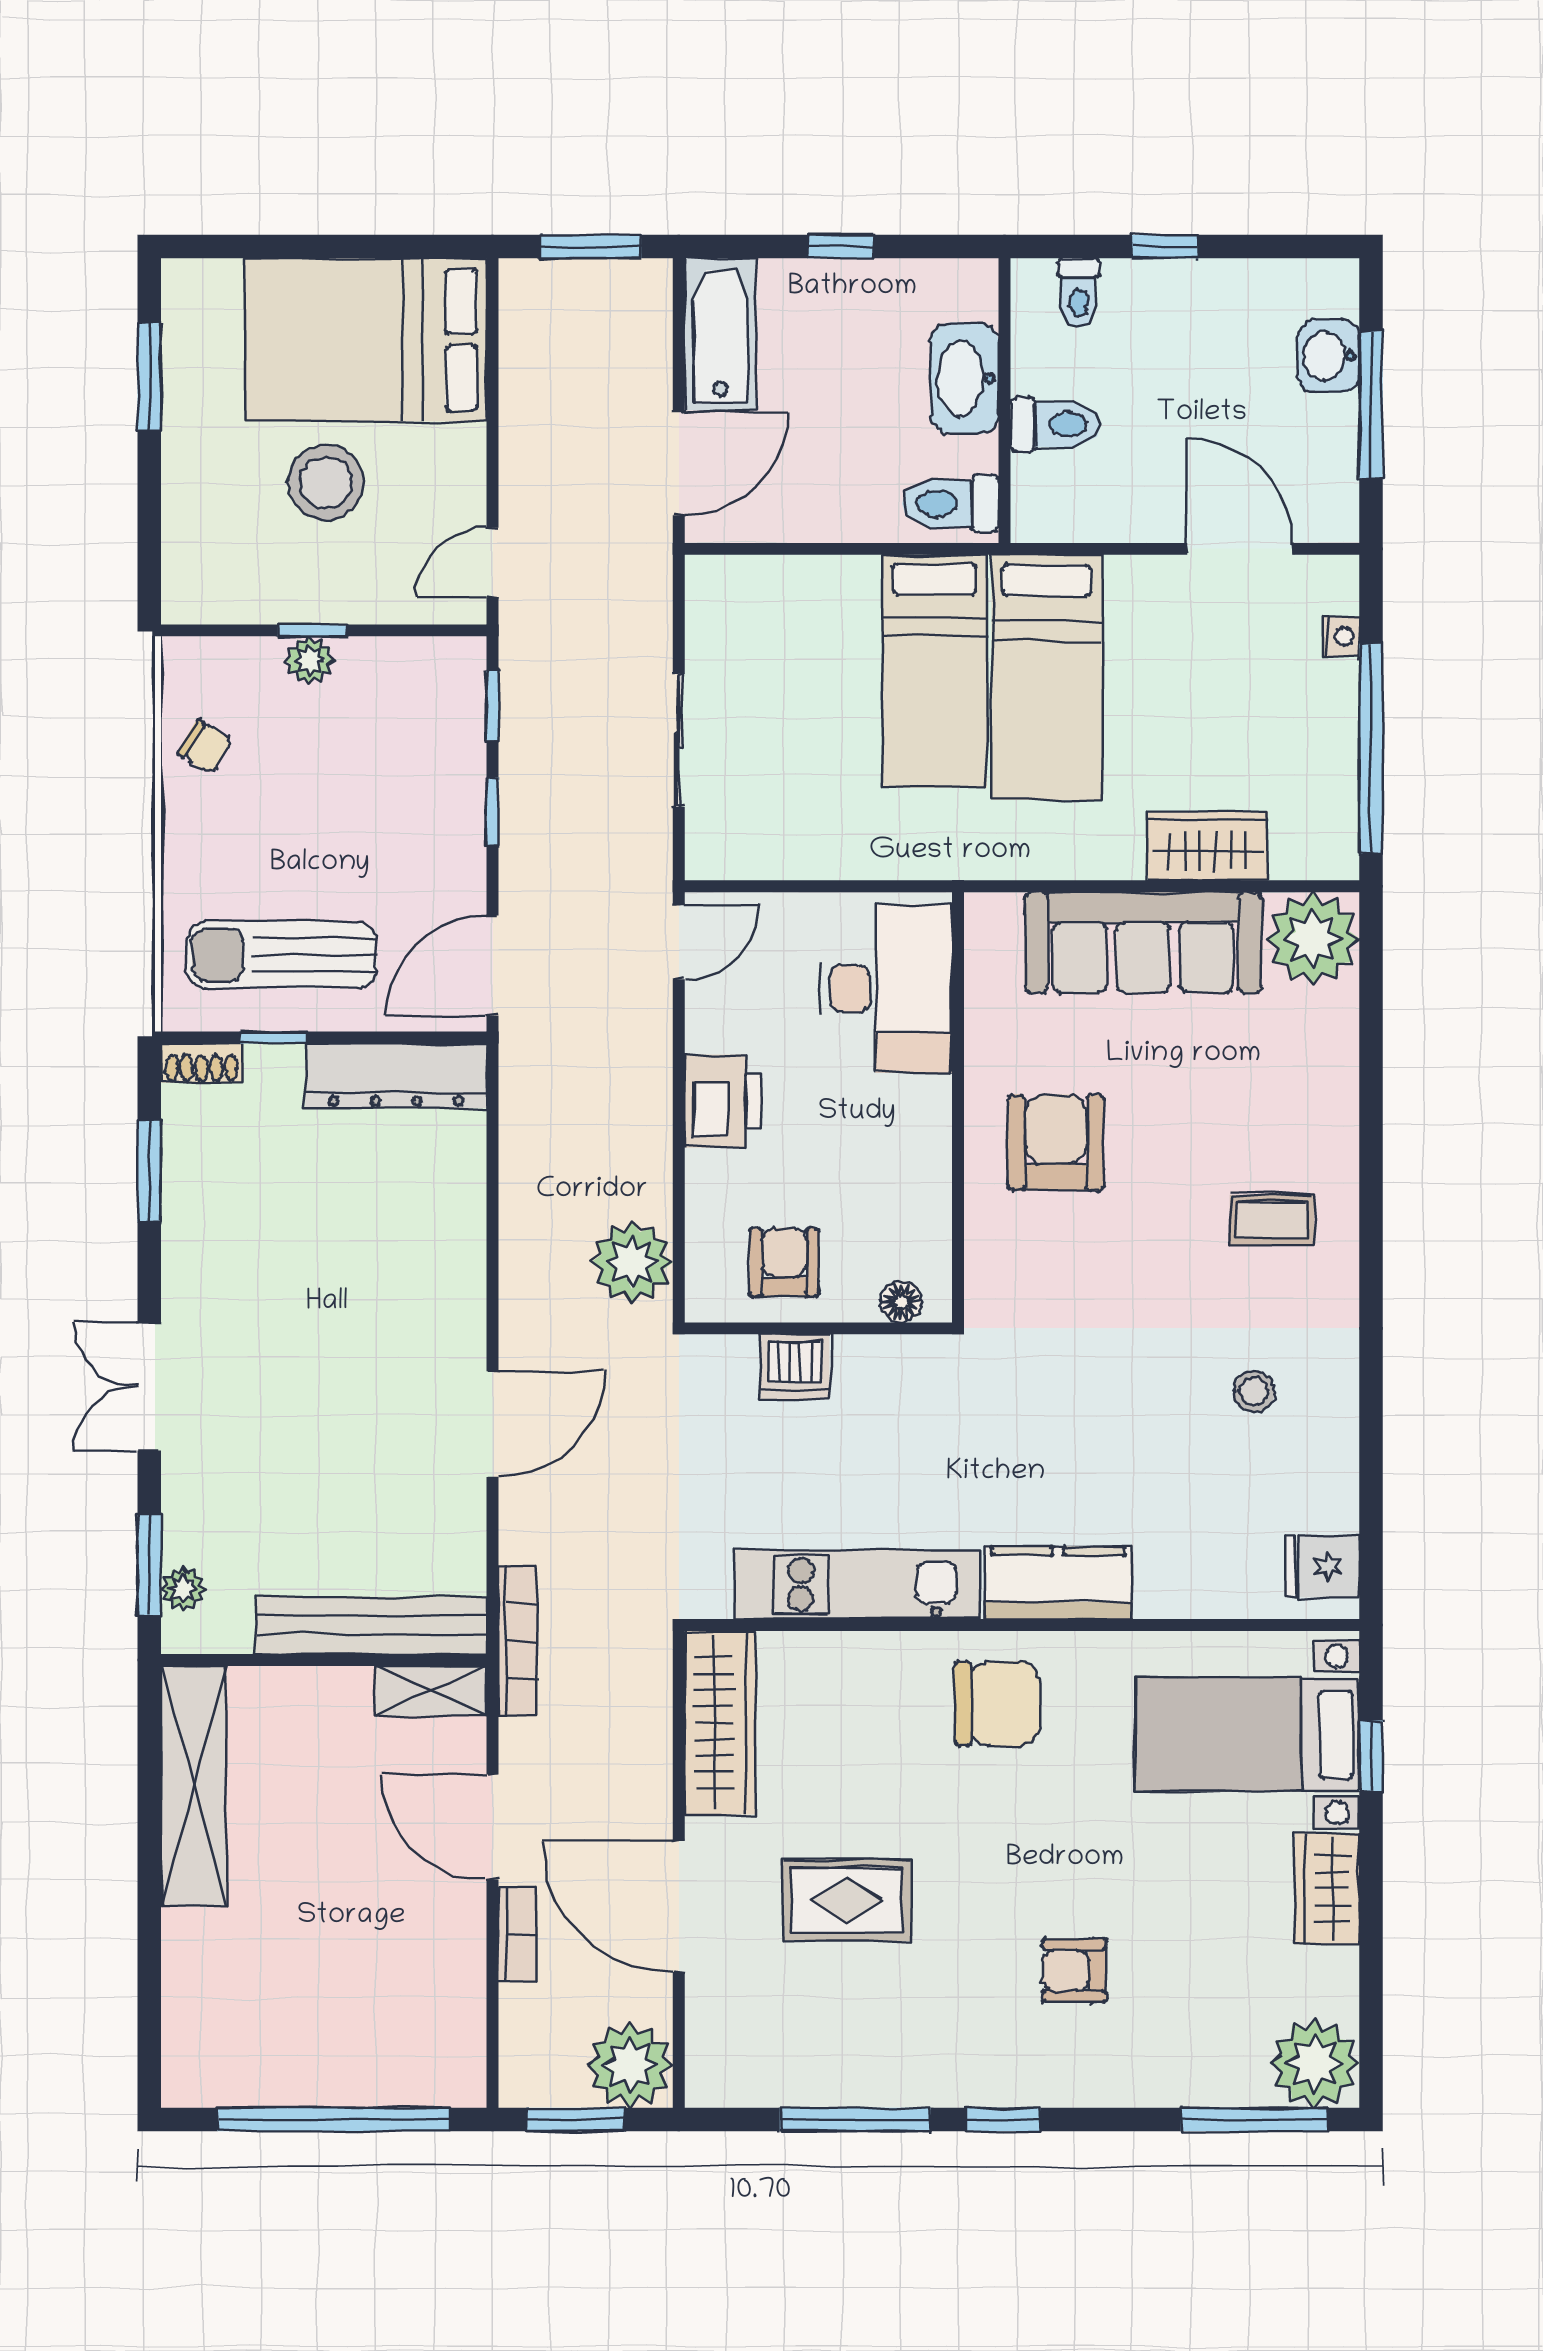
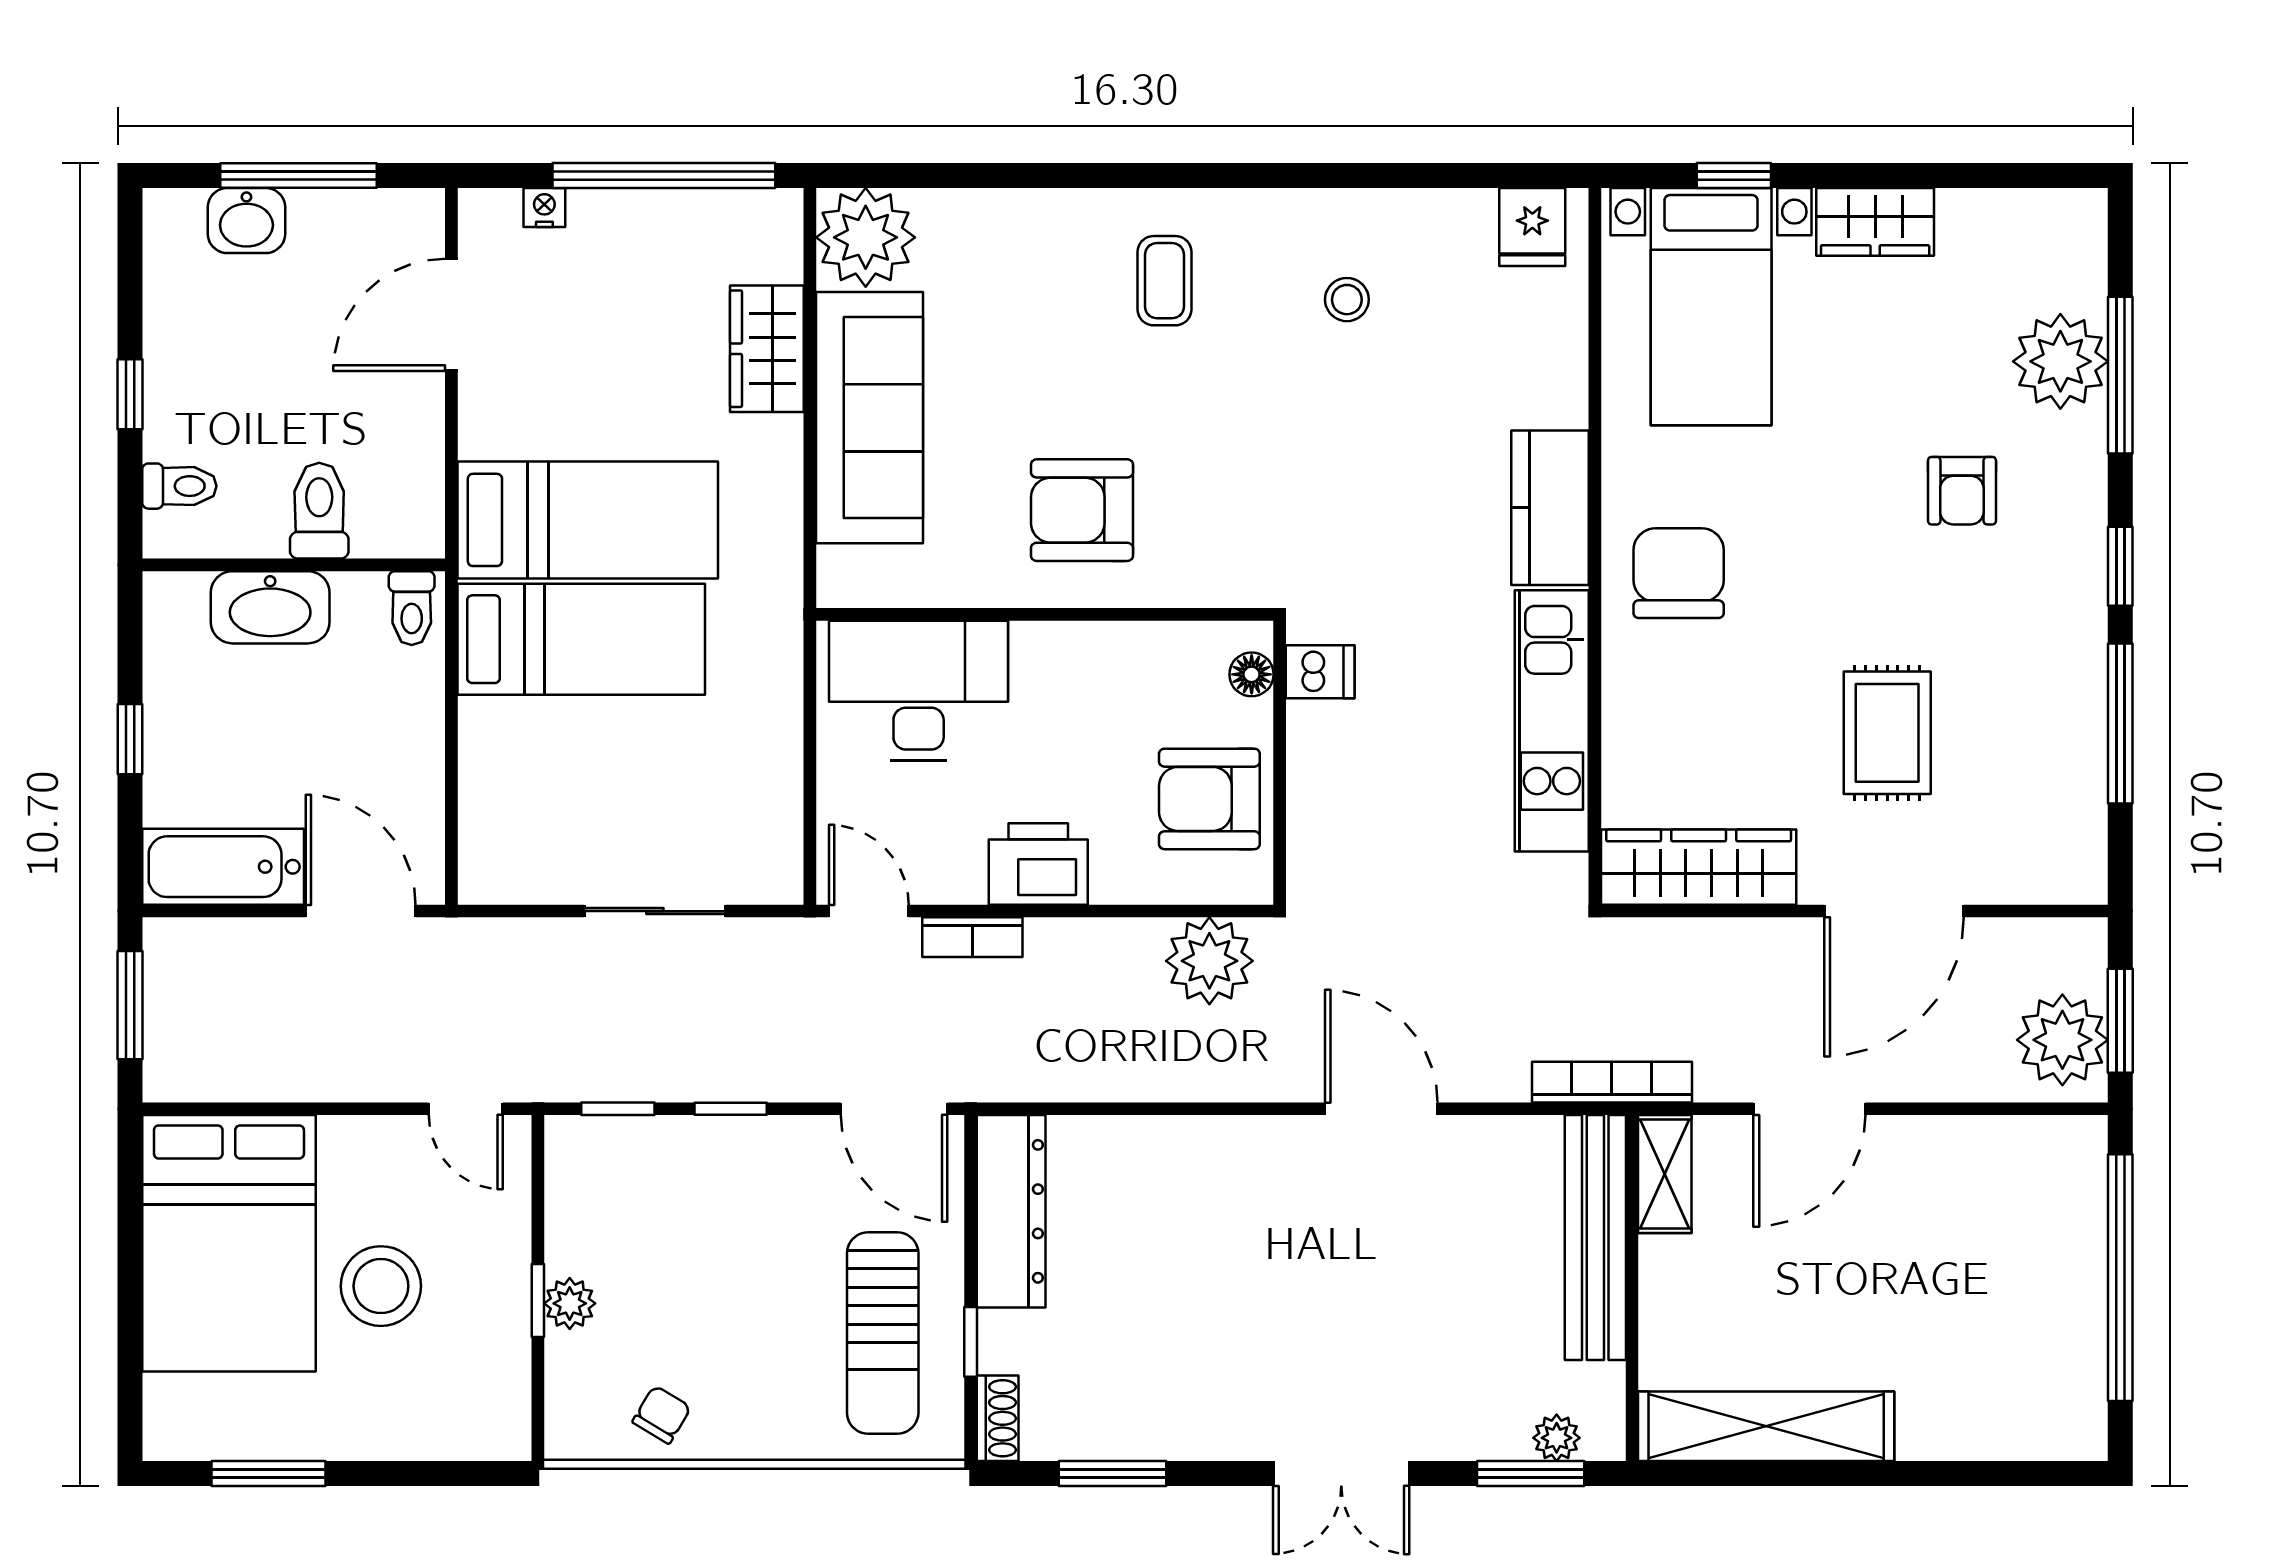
toilet: (950, 504) -> (412, 608), width x0.73, depth x0.72
armchair: (784, 1262) -> (1209, 799), width x1.38, depth x1.38
dishwasher: (795, 1367) -> (1320, 672), moved, width x0.73
bookcase: (517, 1934) -> (972, 937), moved, turned 180
plant: (1315, 2063) -> (2060, 361), moved
plant: (630, 2065) -> (2062, 1040), moved
window: (1254, 2120) -> (2120, 375), moved

